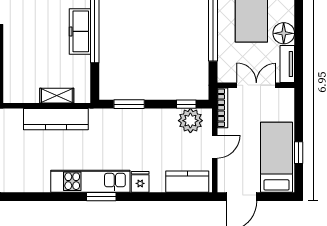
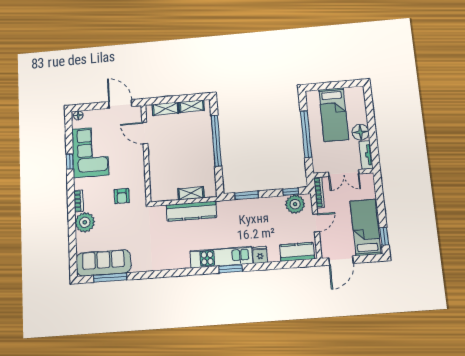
freezer: (80, 31) -> (205, 144), removed
double door: (256, 85) -> (344, 173), swing flipped
window: (299, 153) -> (384, 236), moved

